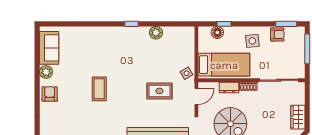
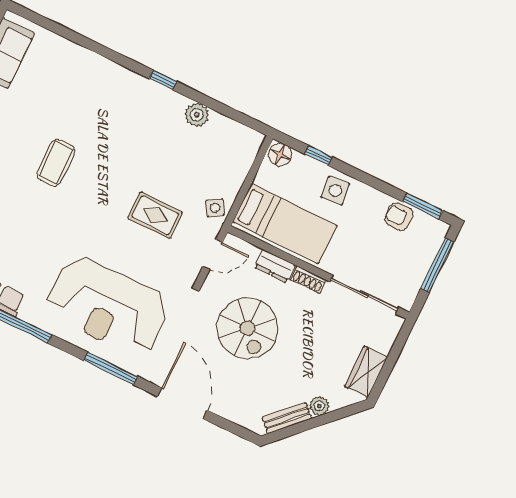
floor lamp: (217, 32) -> (280, 155), moved
armchair: (277, 34) -> (399, 217), turned 180
side table: (252, 41) -> (335, 191), moved

